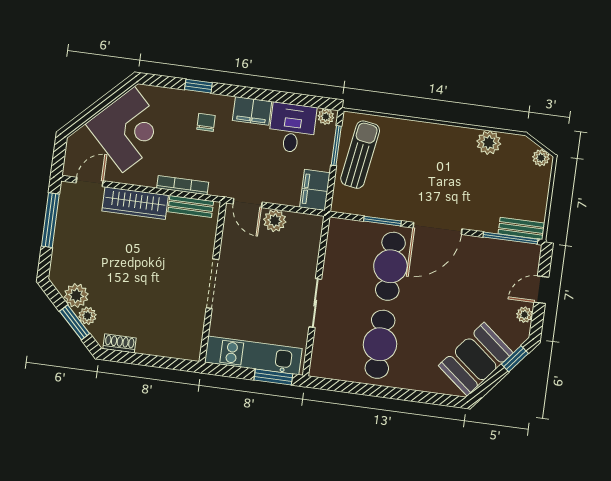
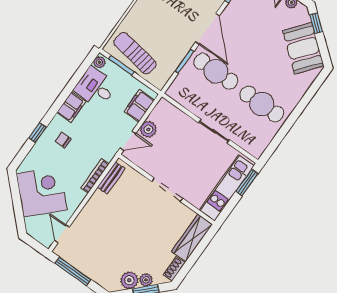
filing cabinet: (315, 190) -> (139, 106), moved, turned 90
wardrobe: (135, 203) -> (192, 238), moved, turned 180

